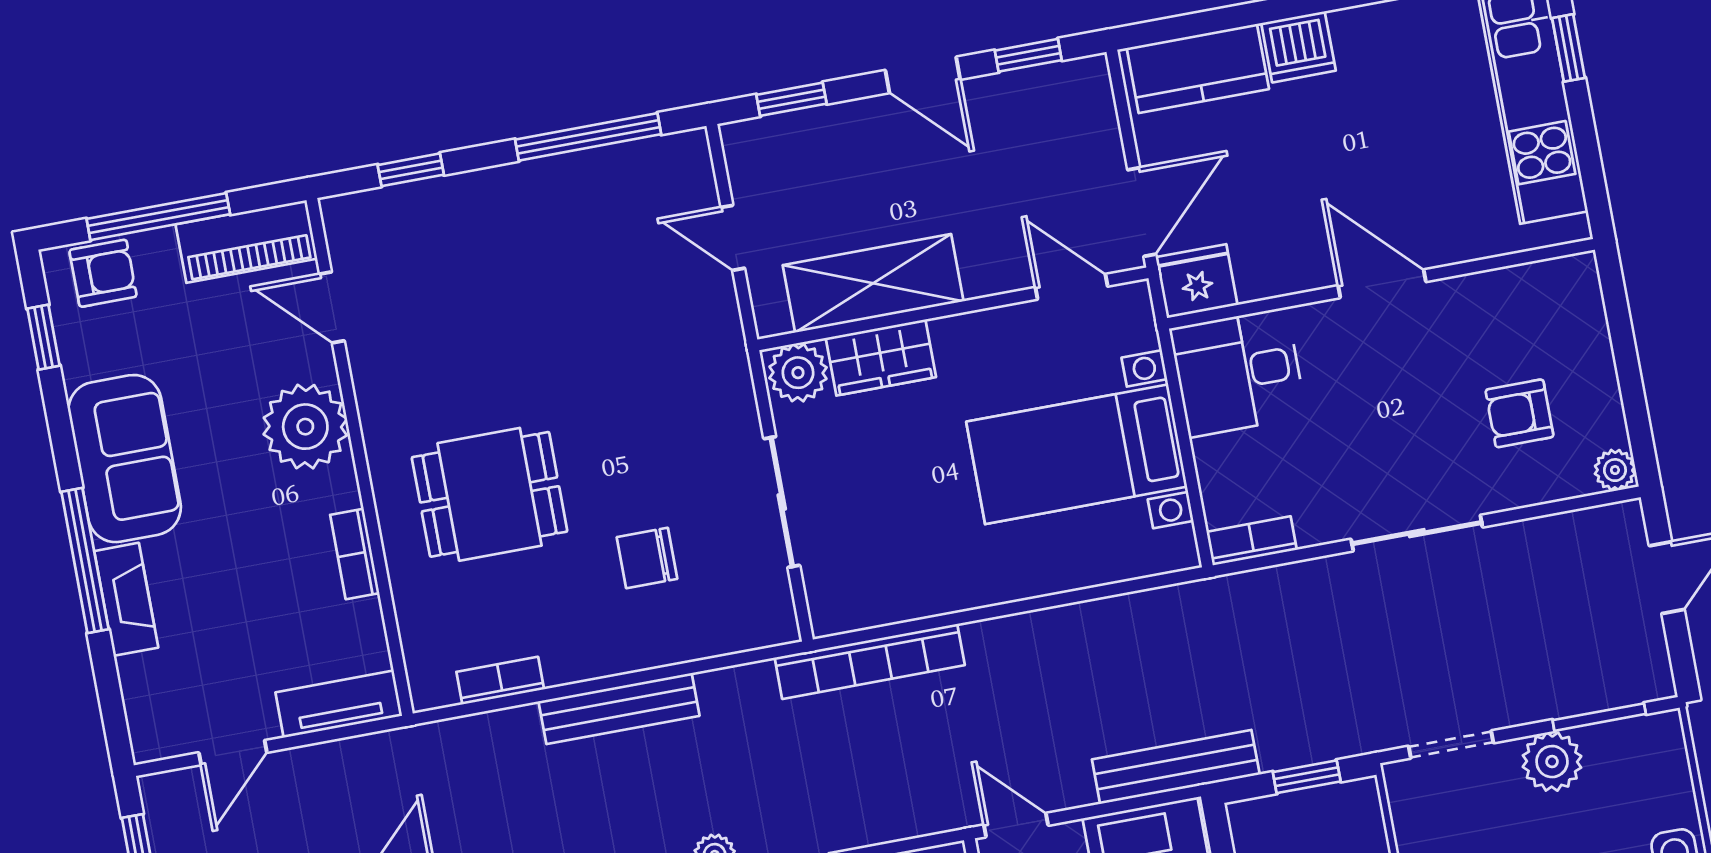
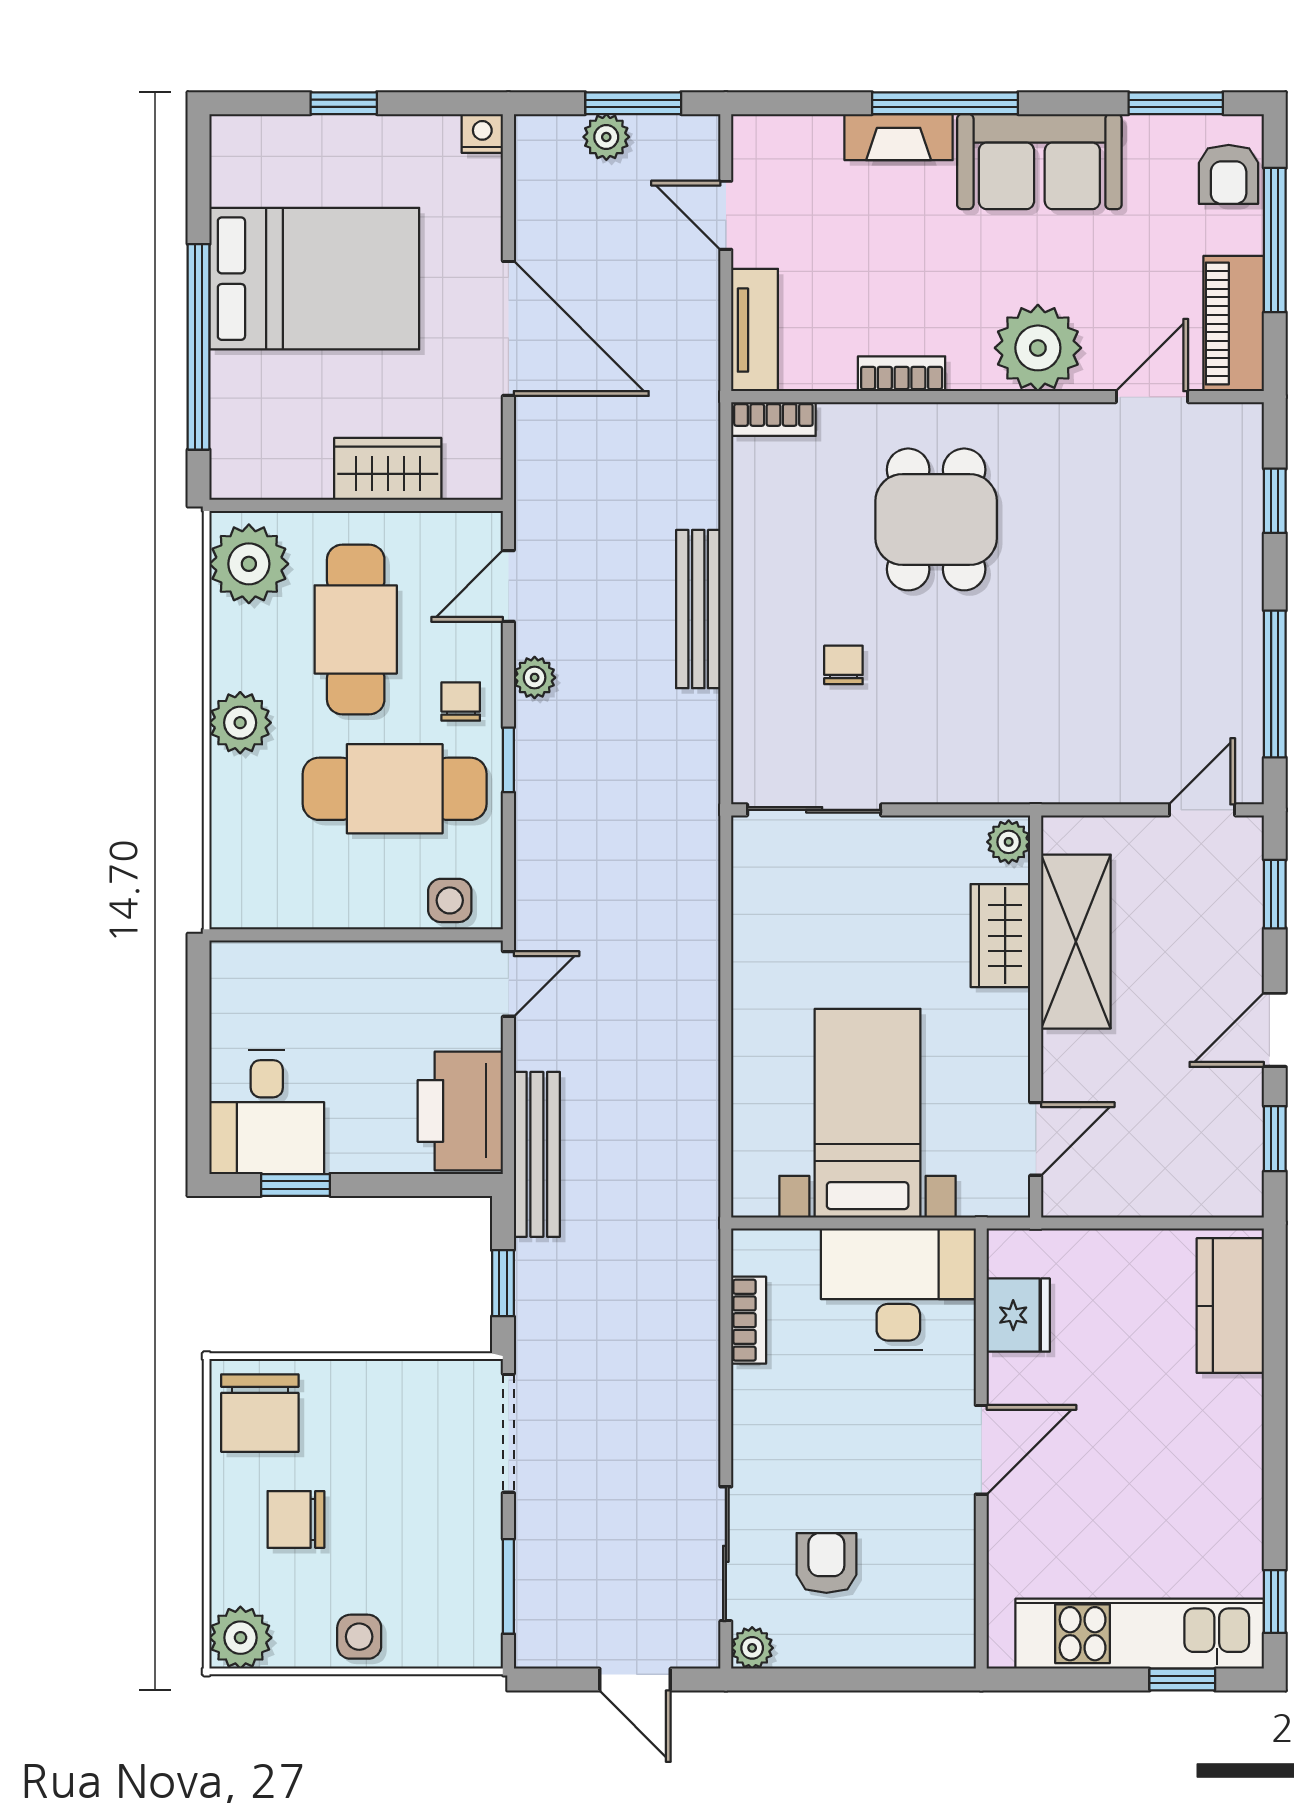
dishwasher: (1298, 47) -> (1233, 1410), removed
door: (1142, 212) -> (1097, 1223), removed
door: (733, 238) -> (1202, 810), moved
fridge: (1197, 281) -> (1018, 1315), moved
window: (44, 337) -> (1176, 103), width x1.50
desk: (1238, 372) -> (898, 1289), width x1.37
plant: (798, 373) -> (1009, 842), width x0.73, depth x0.73
sliding door: (782, 502) -> (814, 810), moved
sliding door: (1417, 533) -> (726, 1554), moved
bookcase: (1252, 541) -> (749, 1320), moved
chair: (647, 558) -> (843, 665), width x0.73, depth x0.73
bookcase: (870, 661) -> (699, 868), removed
bookcase: (500, 681) -> (773, 419), moved, turned 90
doorway: (1451, 744) -> (508, 1433), width x1.38
plant: (1552, 762) -> (473, 1531), removed

